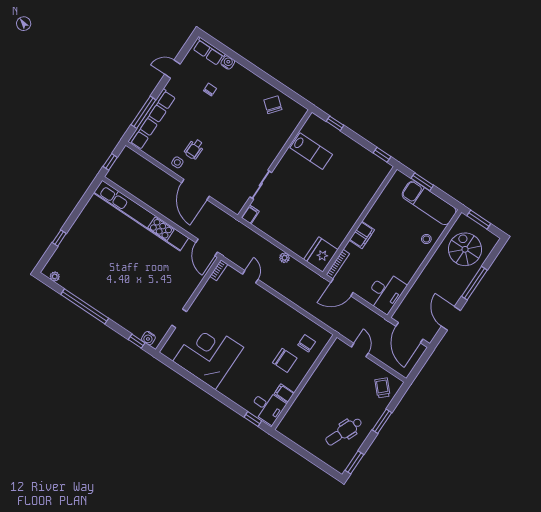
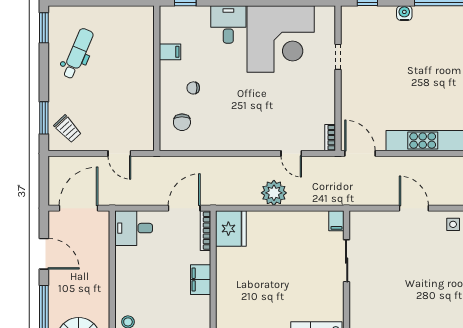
wheelchair: (194, 149) -> (444, 251), removed
door: (195, 189) -> (414, 208), width x0.73
plant: (285, 258) -> (274, 193), width x1.87, depth x1.87
desk: (385, 292) -> (134, 228), width x0.73
door: (409, 333) -> (79, 208), hinge flipped
water cooler: (148, 338) -> (404, 13), moved
chair: (285, 360) -> (193, 88), width x0.54, depth x0.54
desk: (268, 407) -> (228, 24), moved, turned 90
window: (382, 421) -> (44, 118), moved

